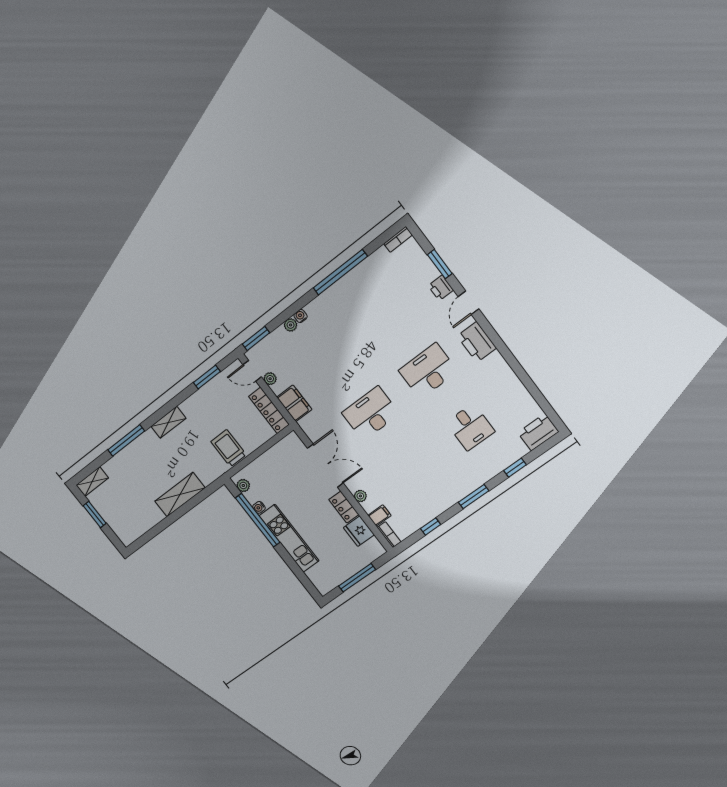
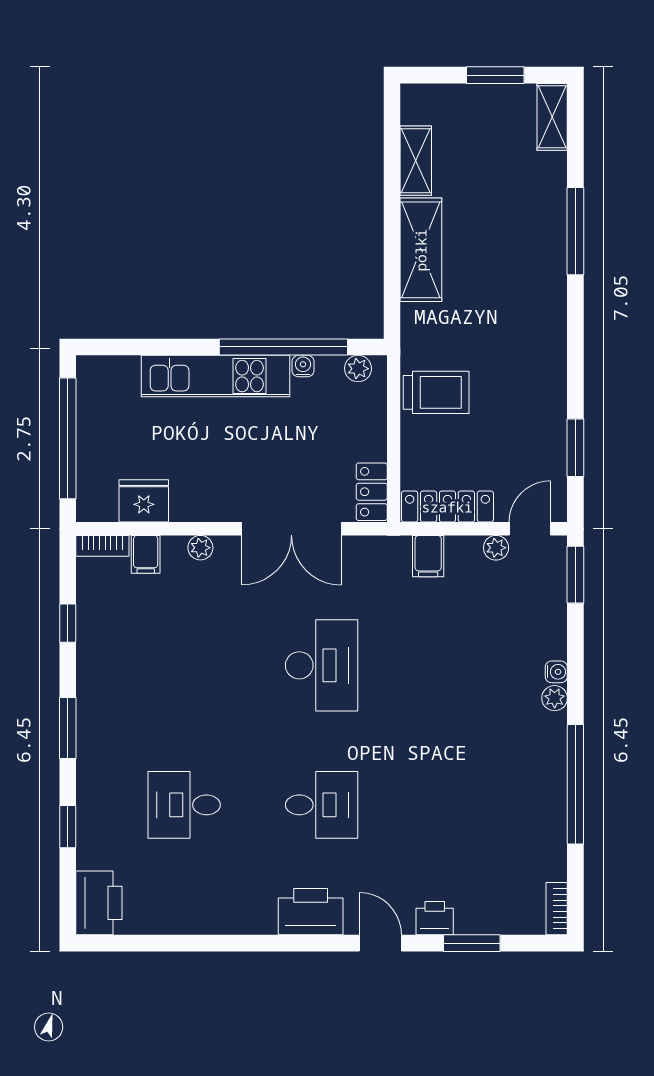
plant: (291, 325) -> (555, 698), moved
desk: (428, 371) -> (322, 805), width x0.73
filing cabinet: (294, 403) -> (428, 556), width x0.50
shelving: (168, 422) -> (416, 161), moved
locker: (344, 507) -> (372, 492), moved, turned -90
window: (357, 578) -> (68, 438), width x1.46

